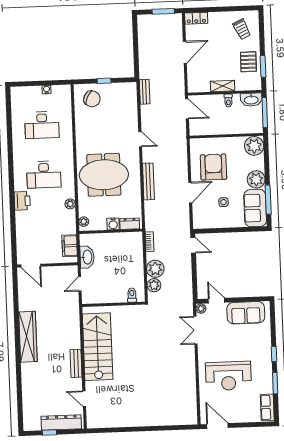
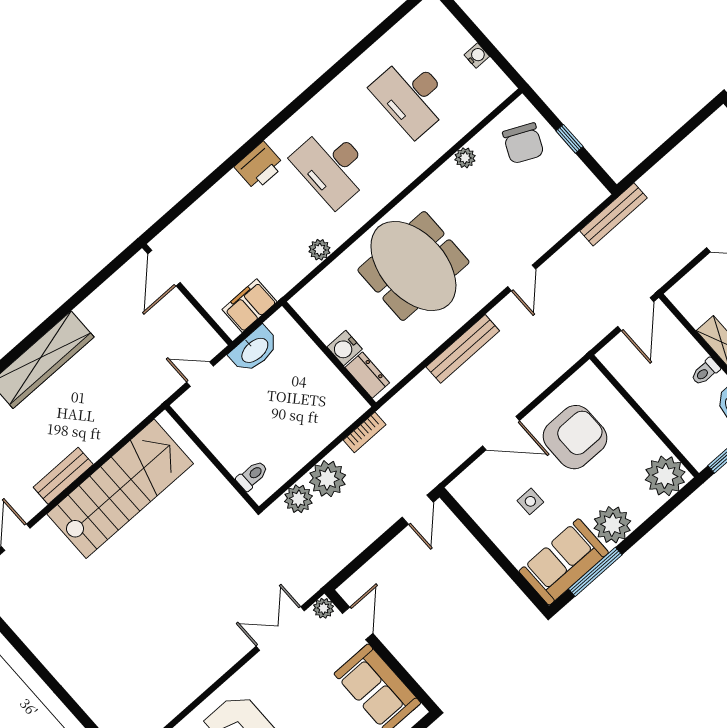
bench: (145, 92) -> (614, 214), width x1.36
plant: (84, 222) -> (465, 158), moved

